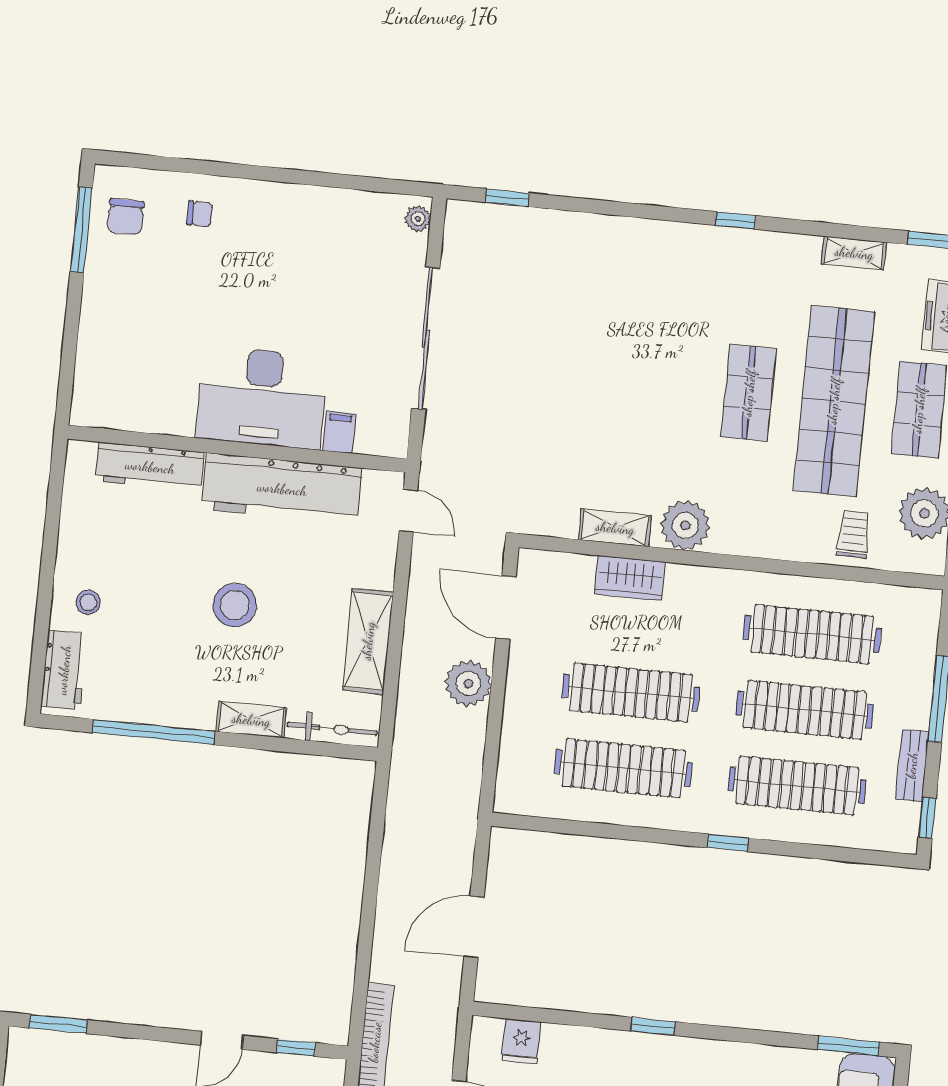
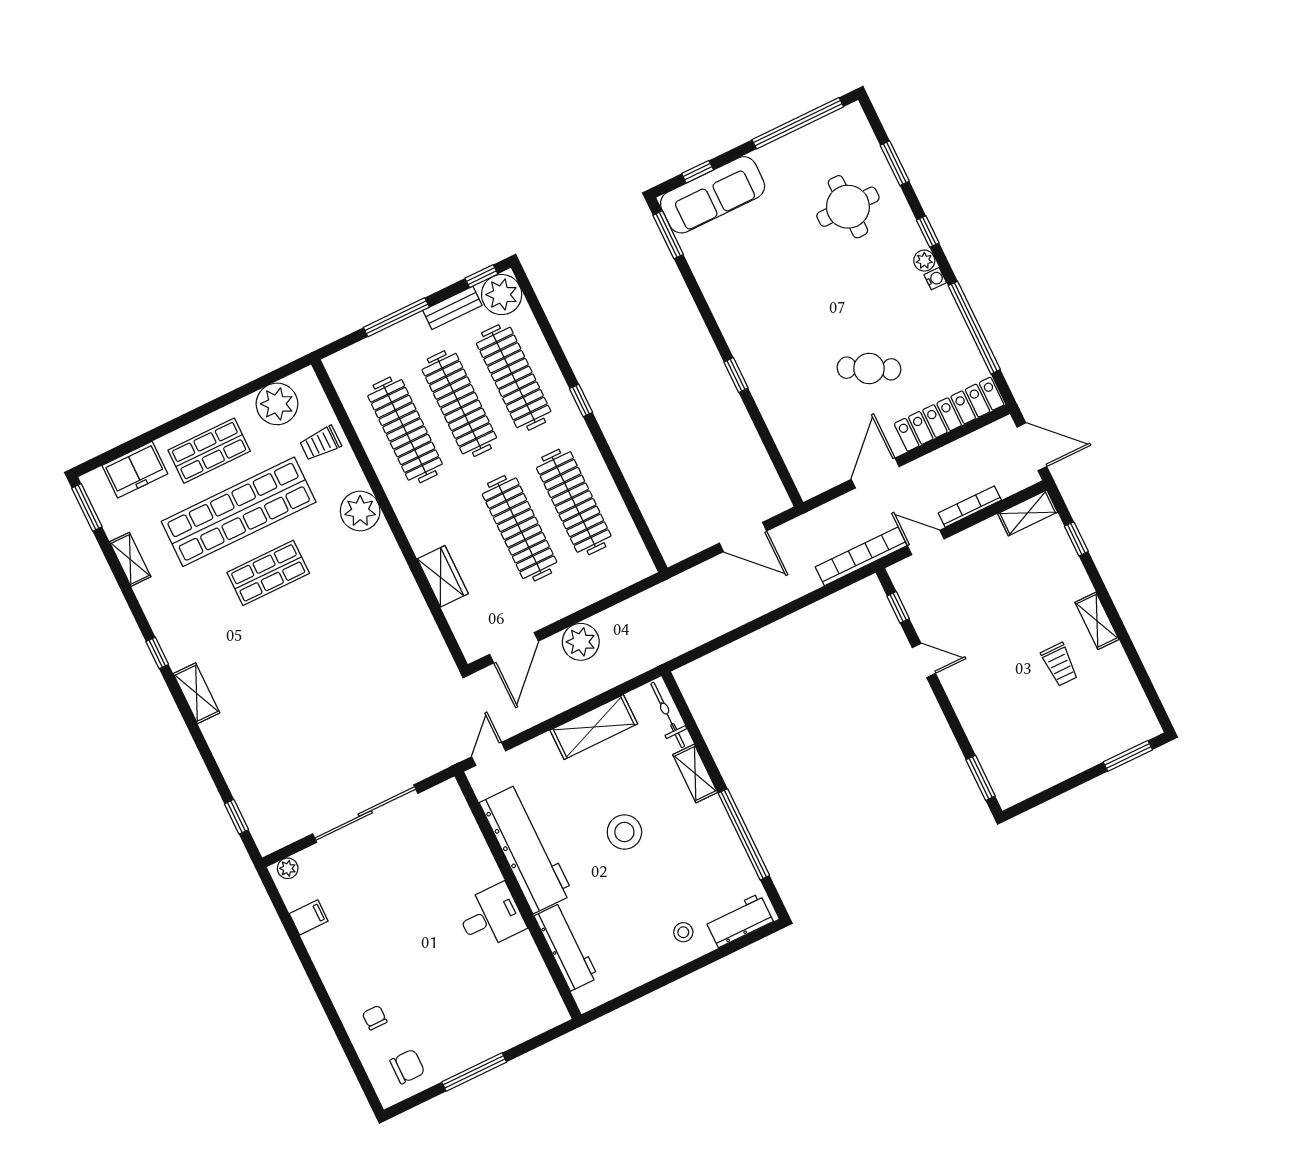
window: (81, 230) -> (474, 1072), moved
desk: (262, 397) -> (491, 917), width x0.53, depth x0.77
filing cabinet: (339, 432) -> (309, 917), moved, turned 180
plant: (685, 525) -> (360, 511), moved
shelving: (615, 528) -> (197, 693), moved
plant: (894, 827) -> (502, 295), added
fridge: (521, 1041) -> (801, 458), removed

